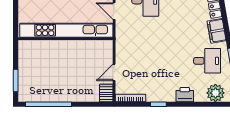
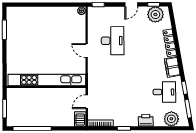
kitchen unit: (66, 30) -> (47, 80), moved
wall: (65, 39) -> (46, 87), moved

